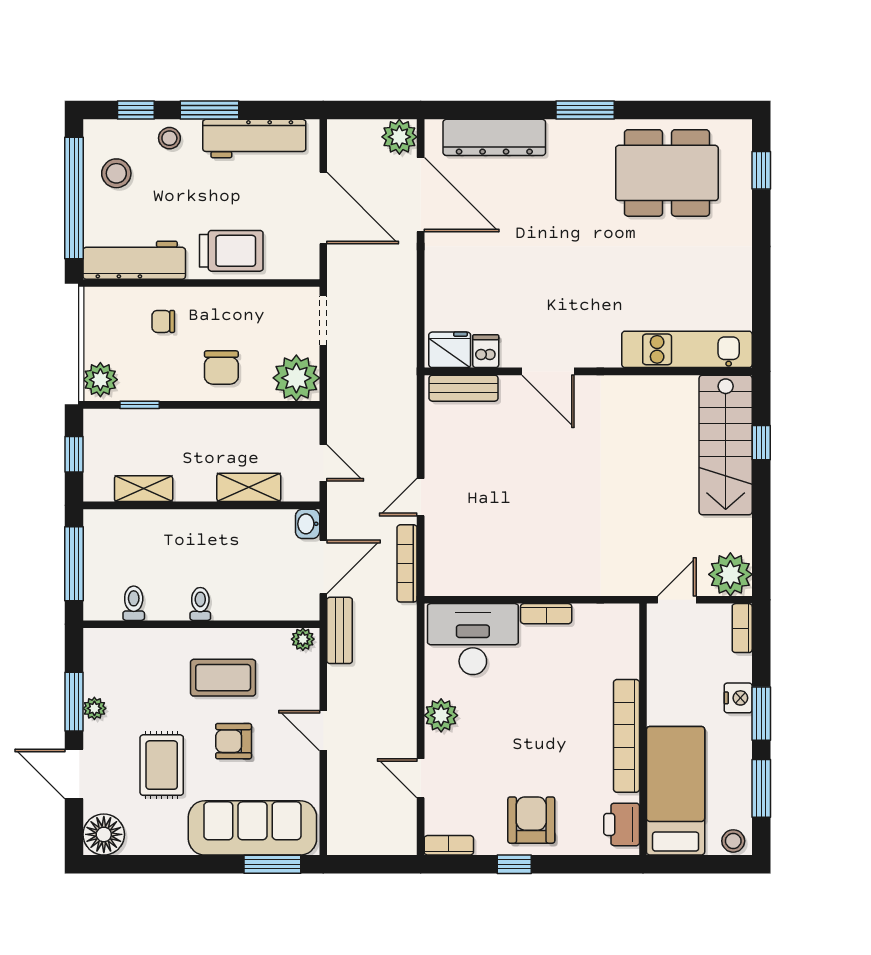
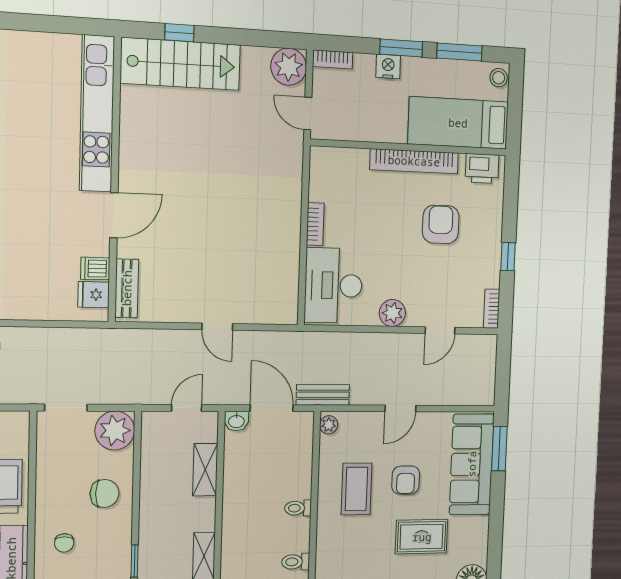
kitchen unit: (687, 349) -> (97, 114), width x1.36
fridge: (450, 350) -> (94, 295), width x0.72
bookcase: (407, 563) -> (271, 339), removed
armchair: (531, 820) -> (441, 224), moved, turned 90

